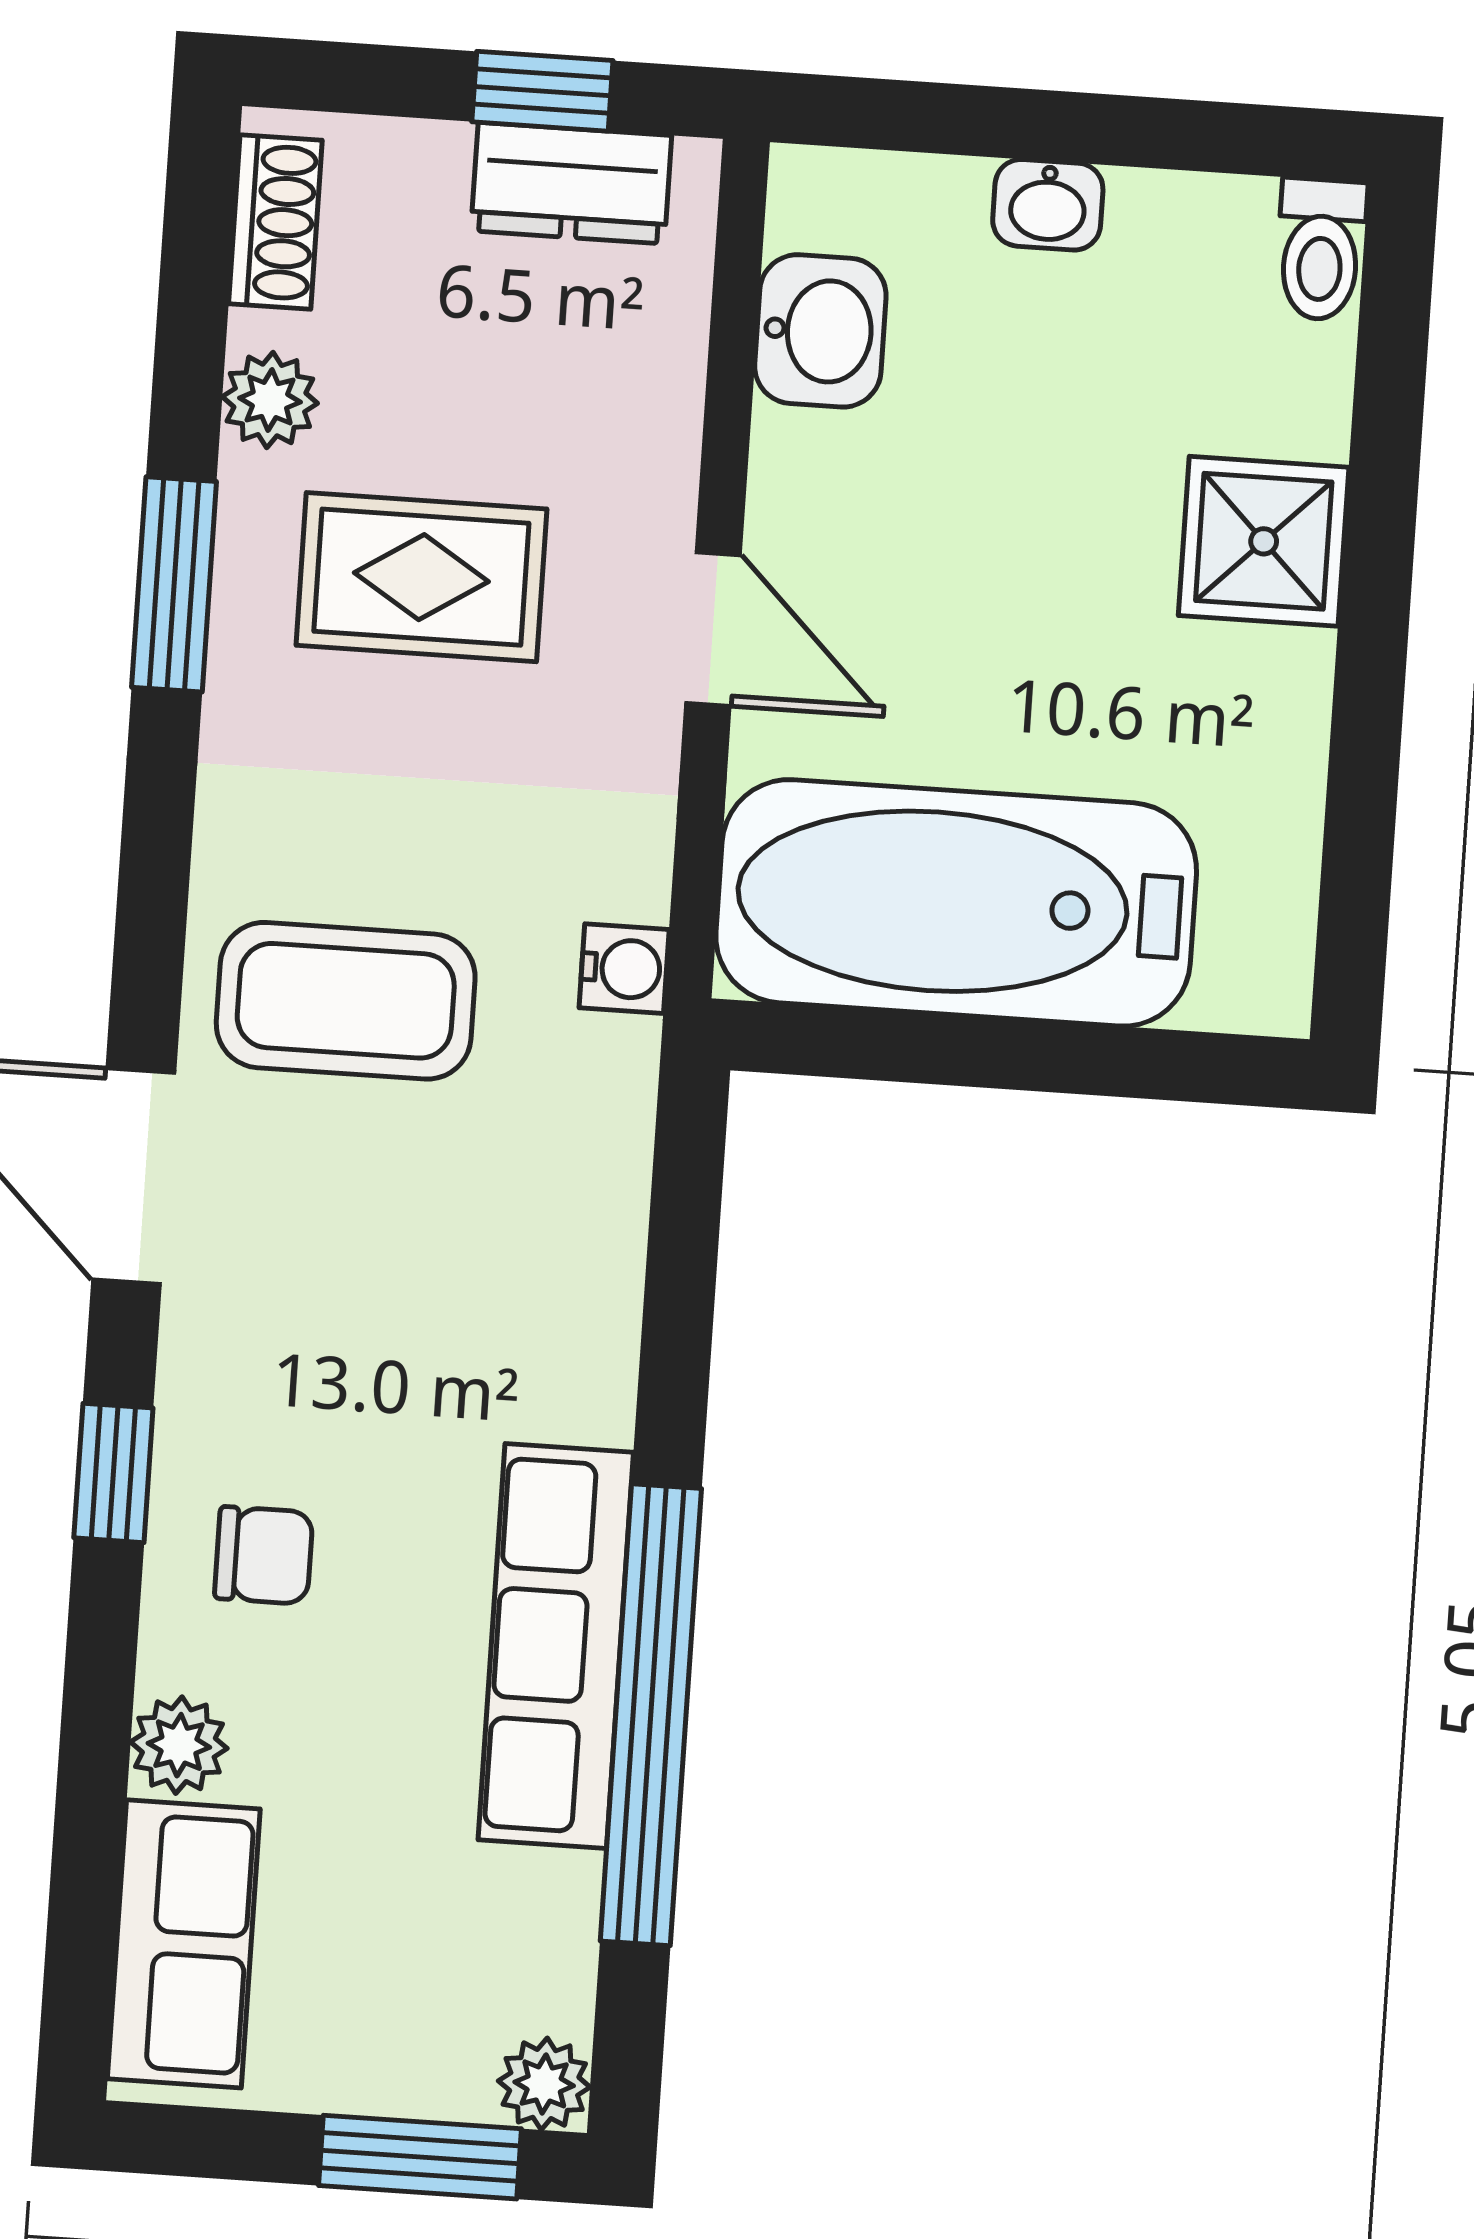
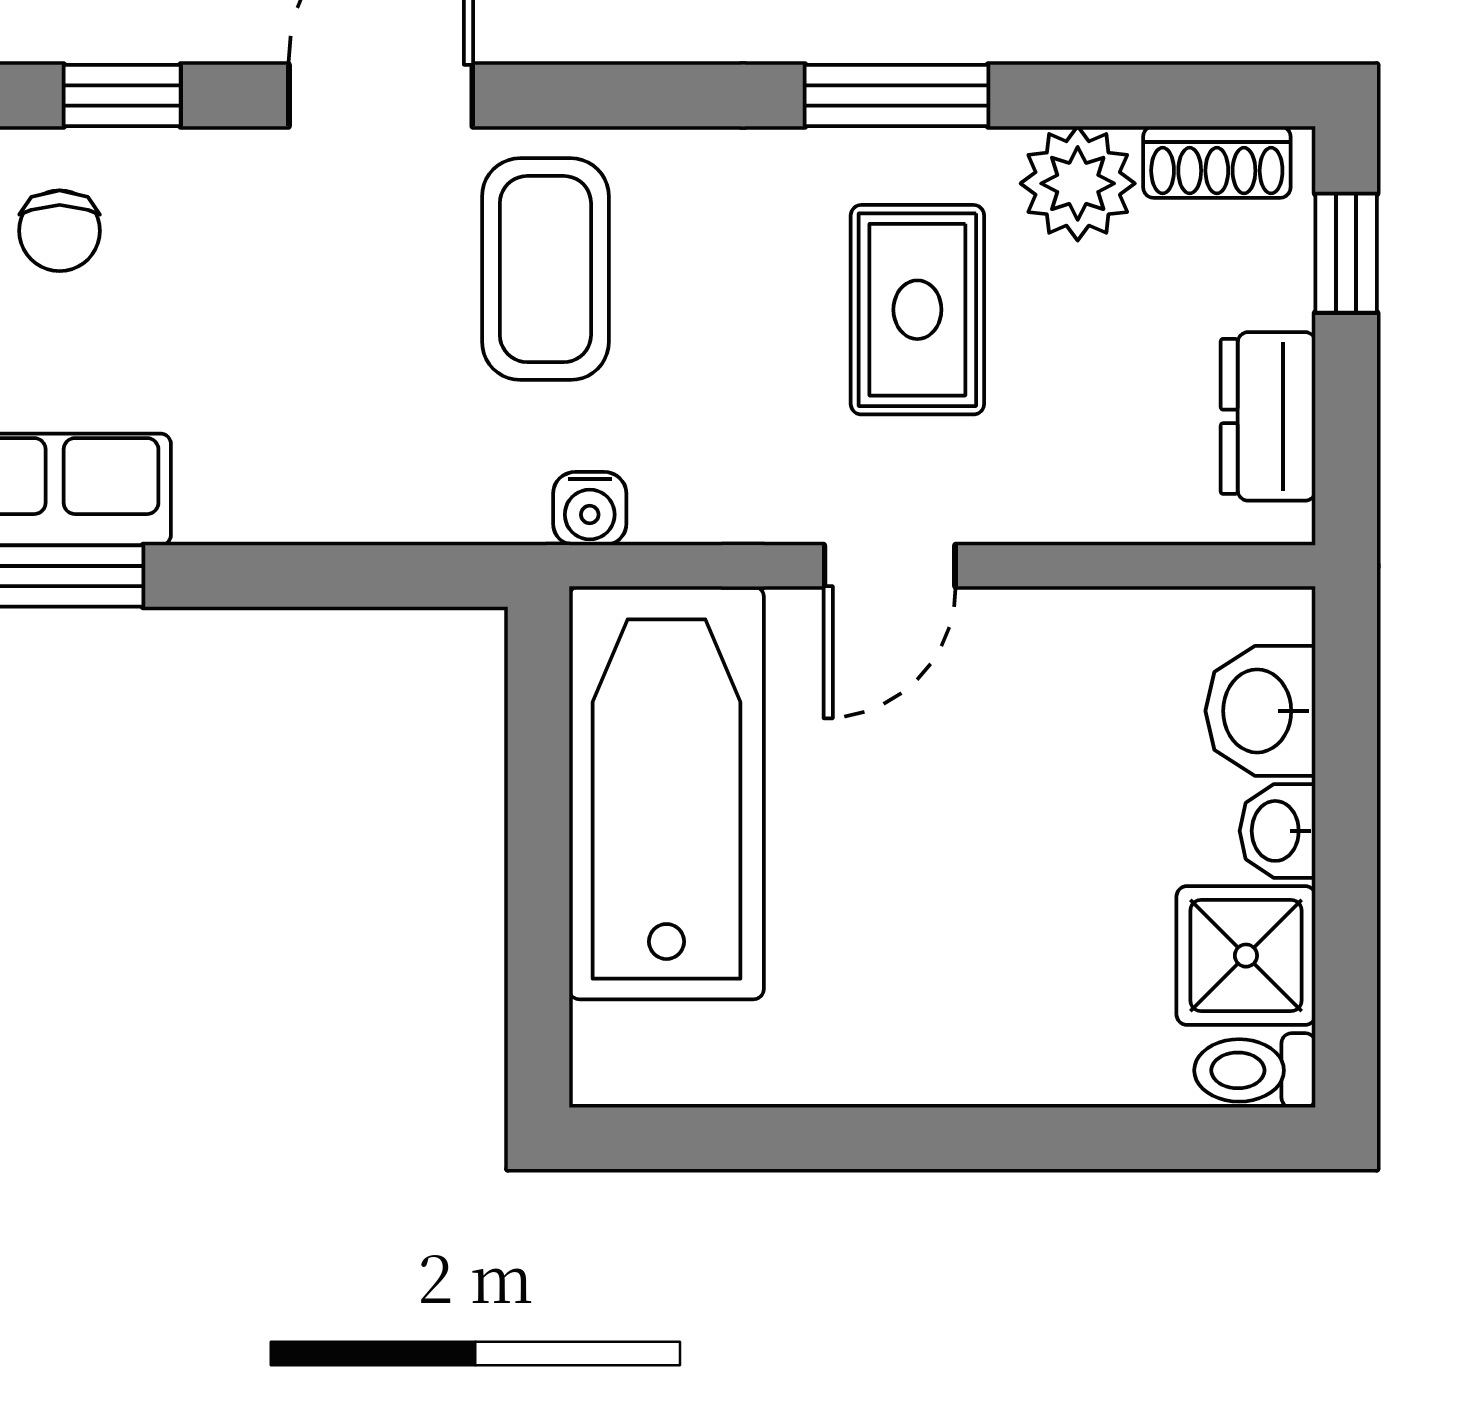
window: (542, 91) -> (1346, 253), moved
washbasin: (820, 331) -> (1260, 711), moved, turned 90
plant: (270, 400) -> (1078, 183), width x1.38, depth x1.38
shower: (1264, 541) -> (1246, 956), moved

